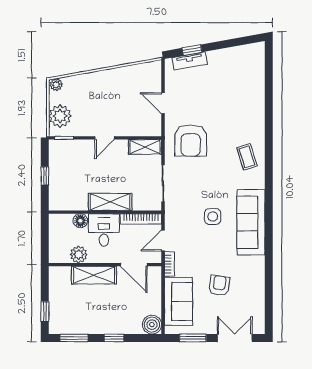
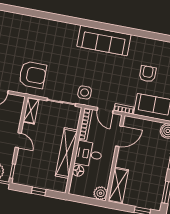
coffee table: (247, 157) -> (53, 34), removed
shelving: (110, 202) -> (67, 153), width x1.47
side table: (213, 216) -> (85, 92), moved
plant: (79, 254) -> (101, 193), moved
shelving: (94, 275) -> (118, 186), moved
armchair: (219, 285) -> (148, 74), turned 82

